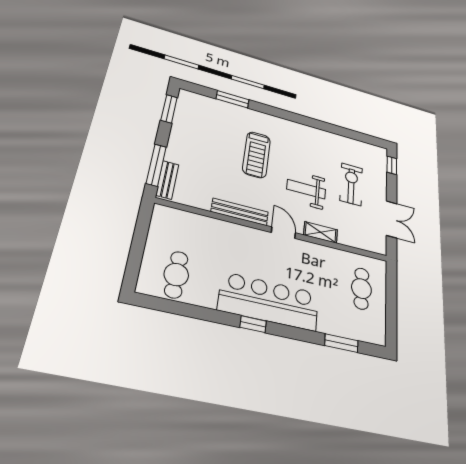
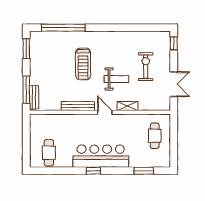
window: (233, 99) -> (63, 28), width x2.11
weight bench: (306, 189) -> (116, 79), turned 180

